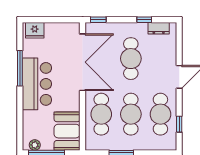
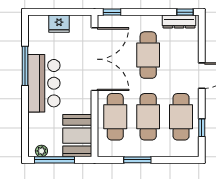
window: (144, 20) -> (185, 12), moved
dresser: (159, 28) -> (179, 21), width x1.44
fridge: (35, 30) -> (59, 24), moved

